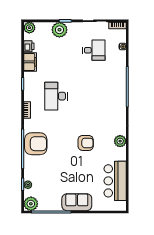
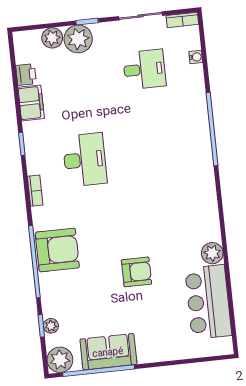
plant: (29, 28) -> (52, 38), moved
desk: (56, 96) -> (85, 160), turned 180
plant: (120, 141) -> (212, 253), moved
armchair: (86, 143) -> (136, 272), moved
sofa: (77, 202) -> (108, 352), moved

